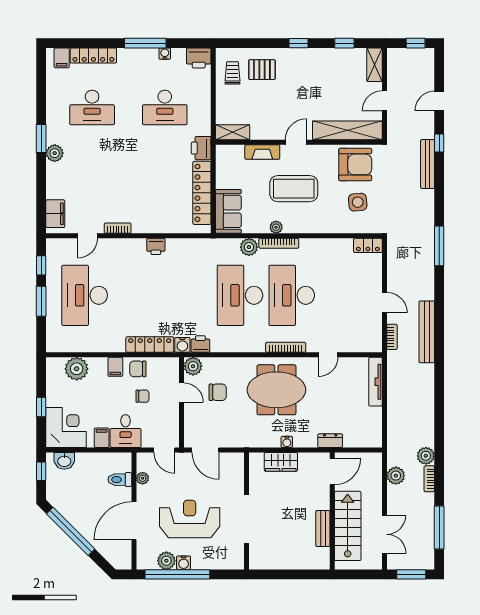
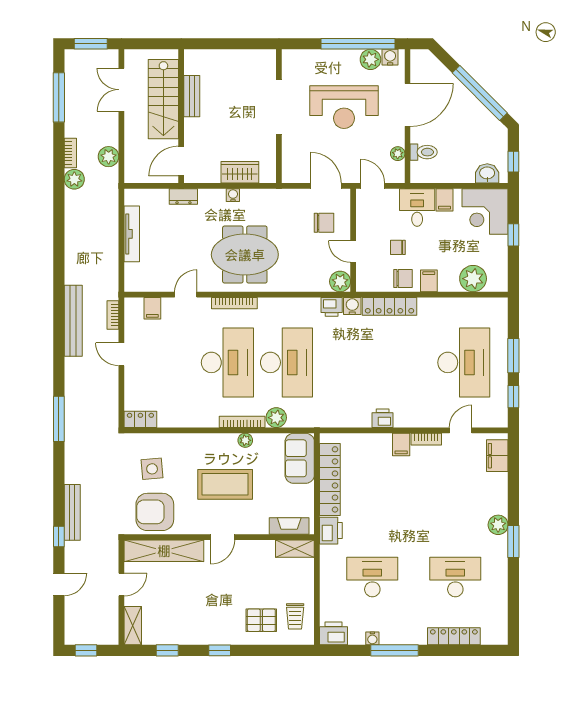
filing cabinet: (62, 58) -> (401, 444), moved, turned 180
fireplace: (262, 152) -> (289, 526), moved
filing cabinet: (357, 343) -> (152, 308), added
tv unit: (375, 382) -> (132, 234), moved
chair: (218, 392) -> (324, 223), moved, turned 180
water cooler: (184, 563) -> (390, 57), moved

